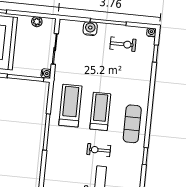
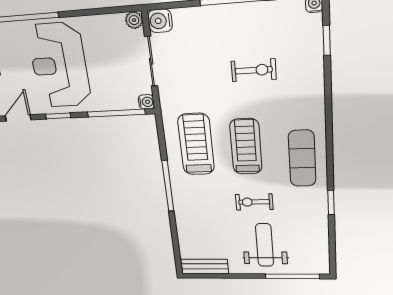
plant: (37, 22) -> (134, 20), moved
water cooler: (90, 29) -> (160, 21), moved, turned -90
exercise bike: (123, 44) -> (254, 70), moved

